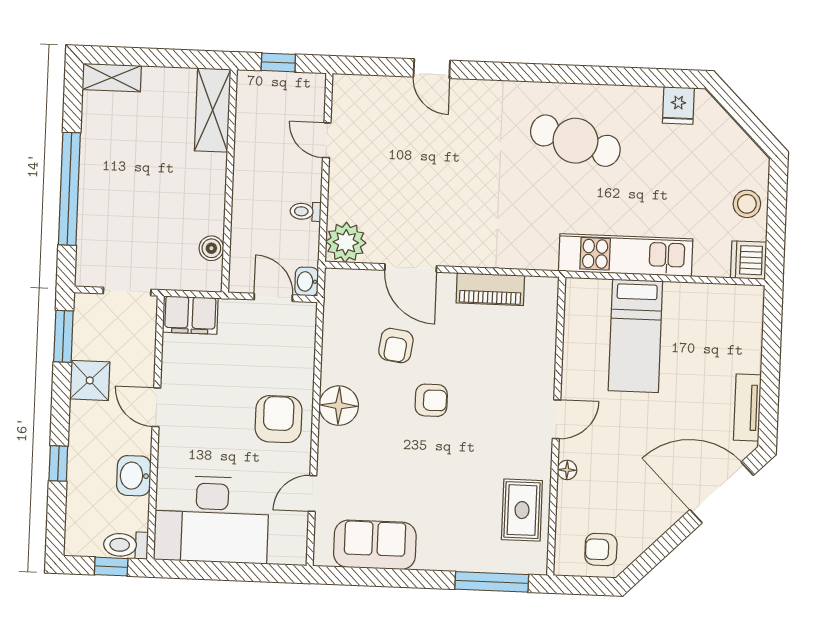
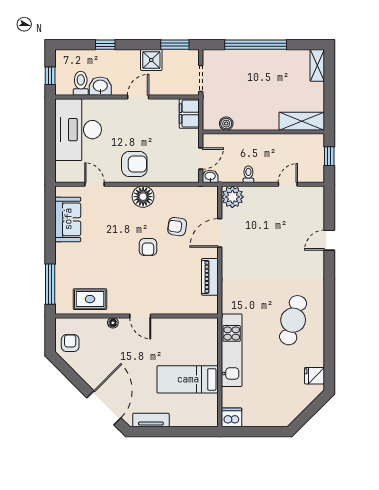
stool: (747, 204) -> (262, 415), removed
bed: (635, 336) -> (188, 379), moved
toilet: (126, 545) -> (81, 83), moved

